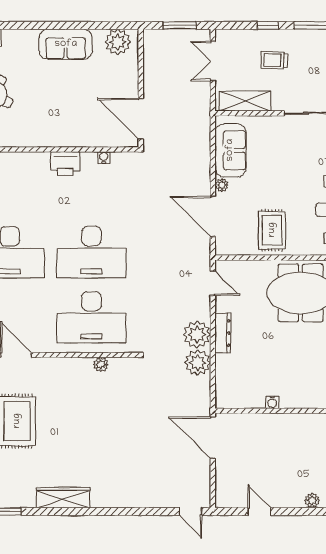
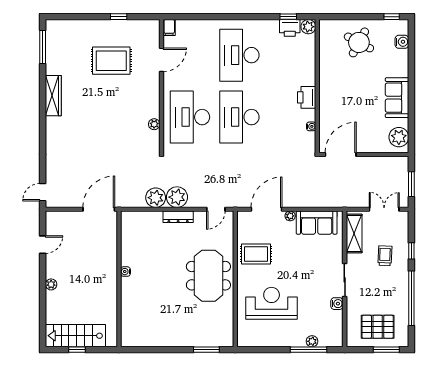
water cooler: (272, 402) -> (125, 272), moved

